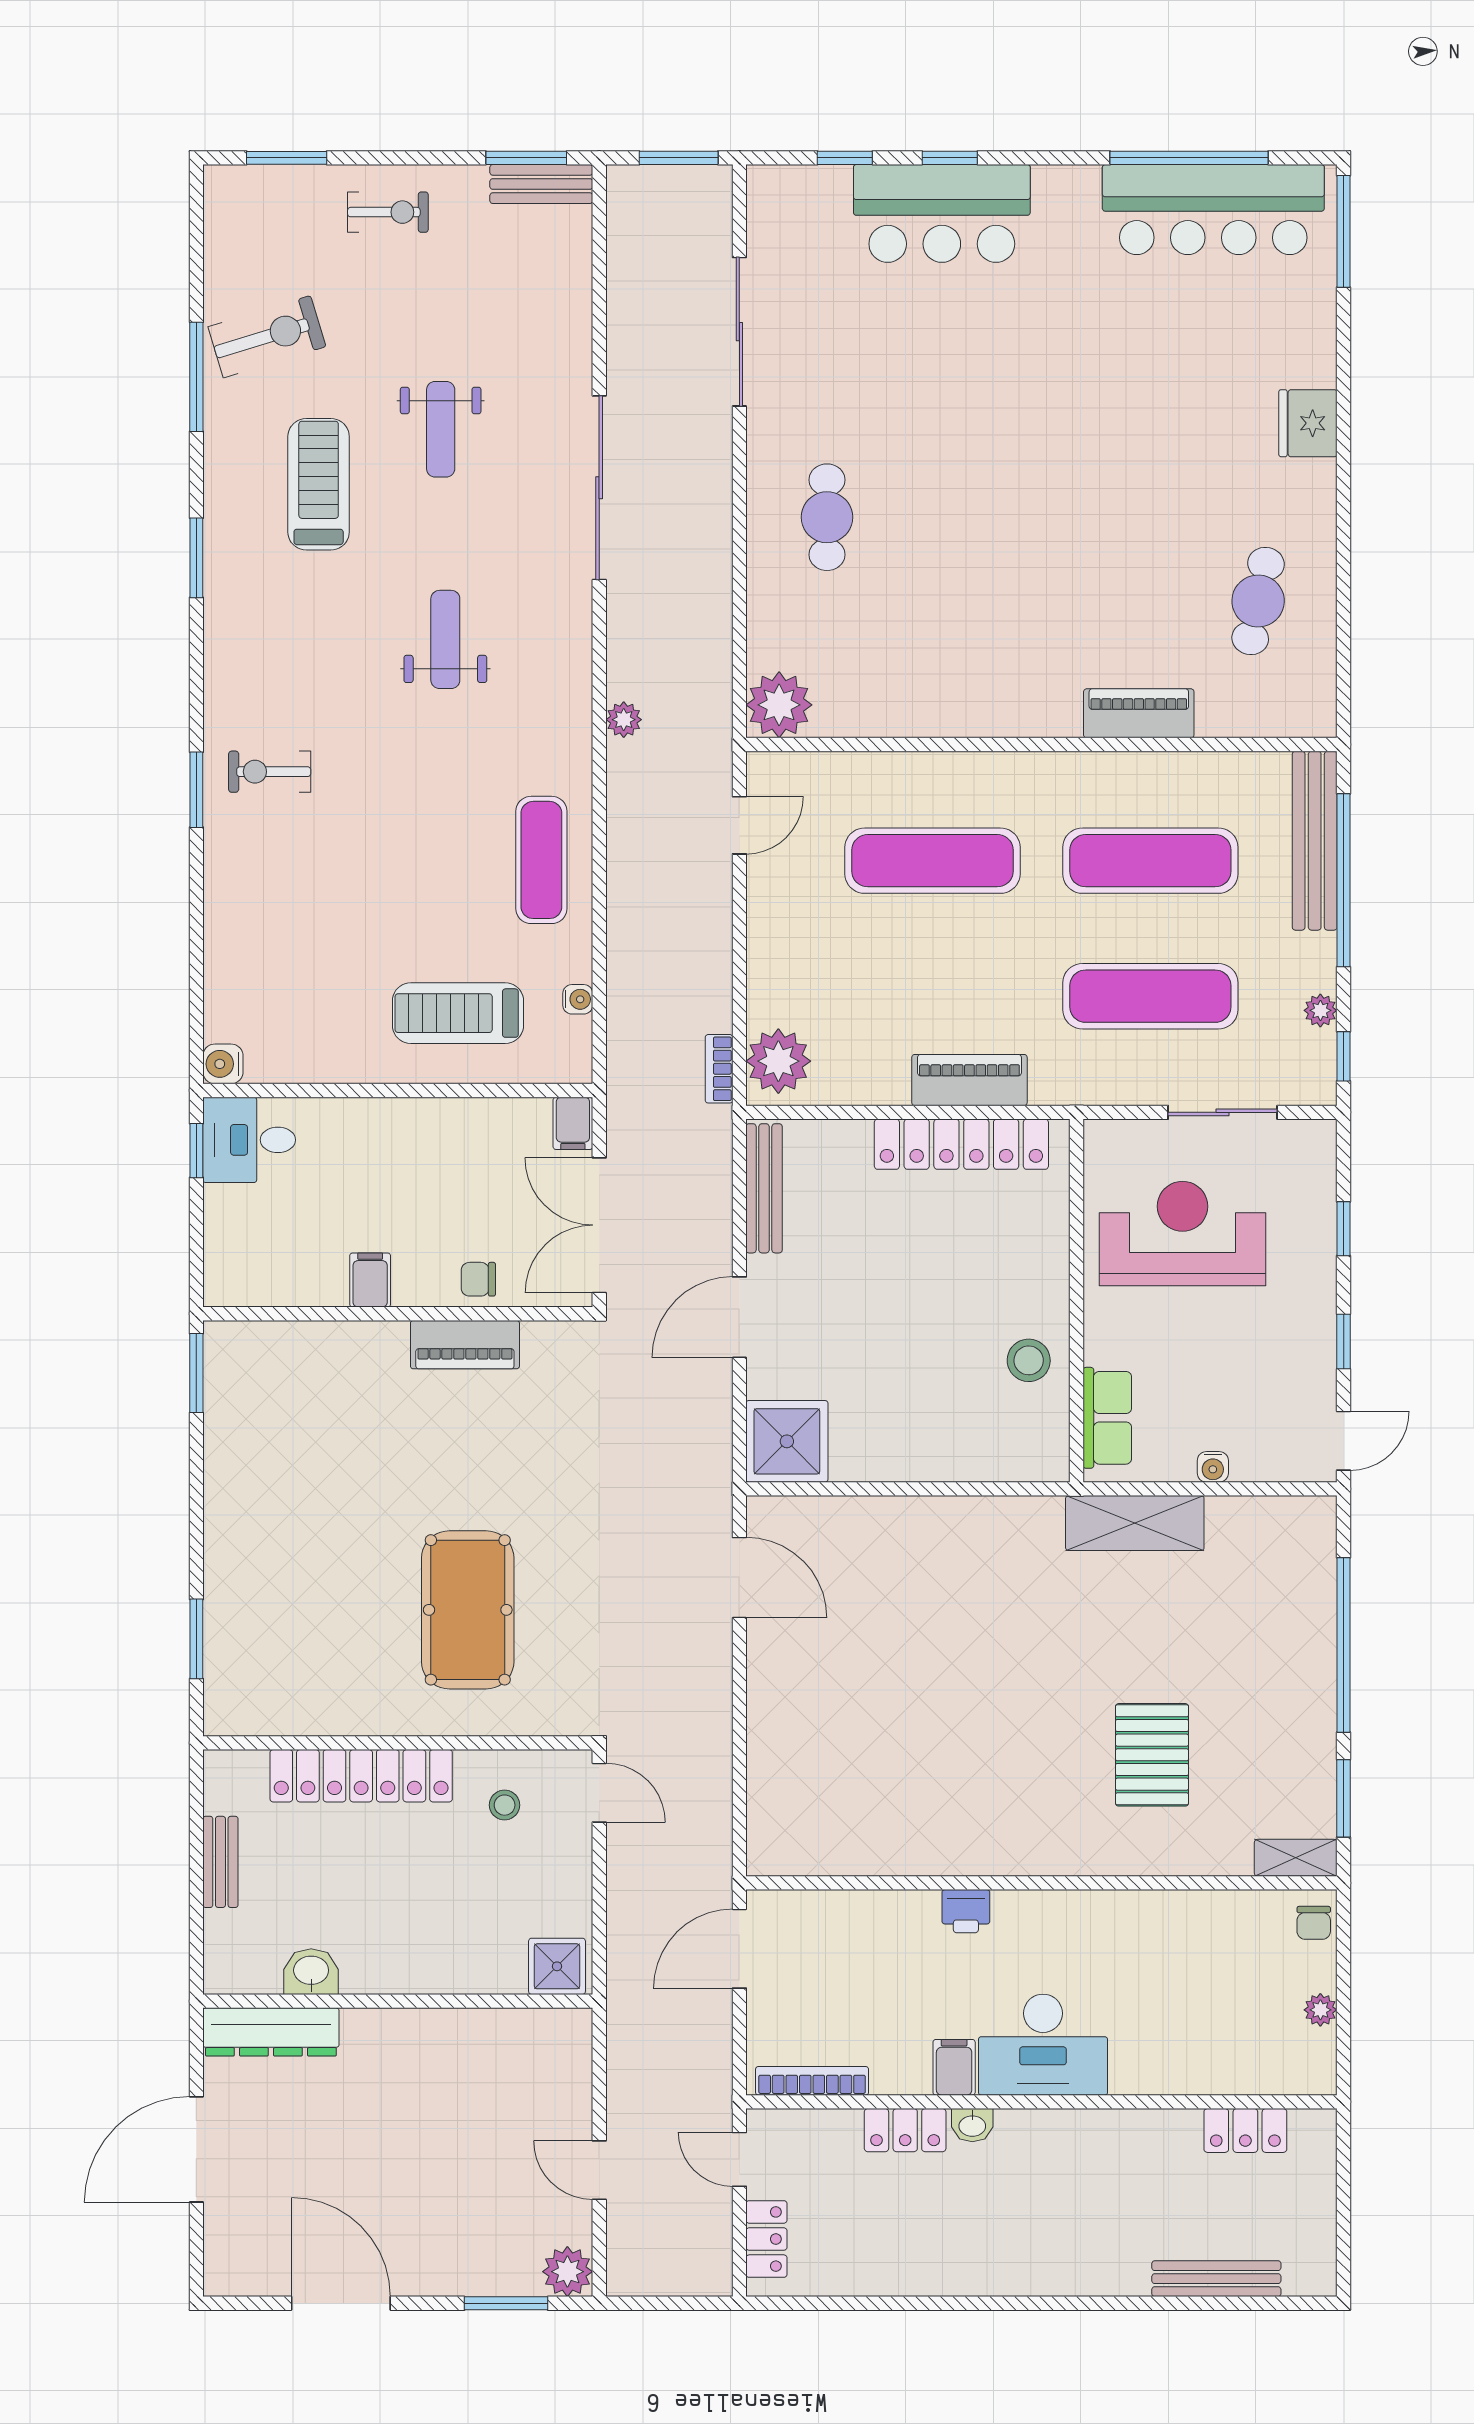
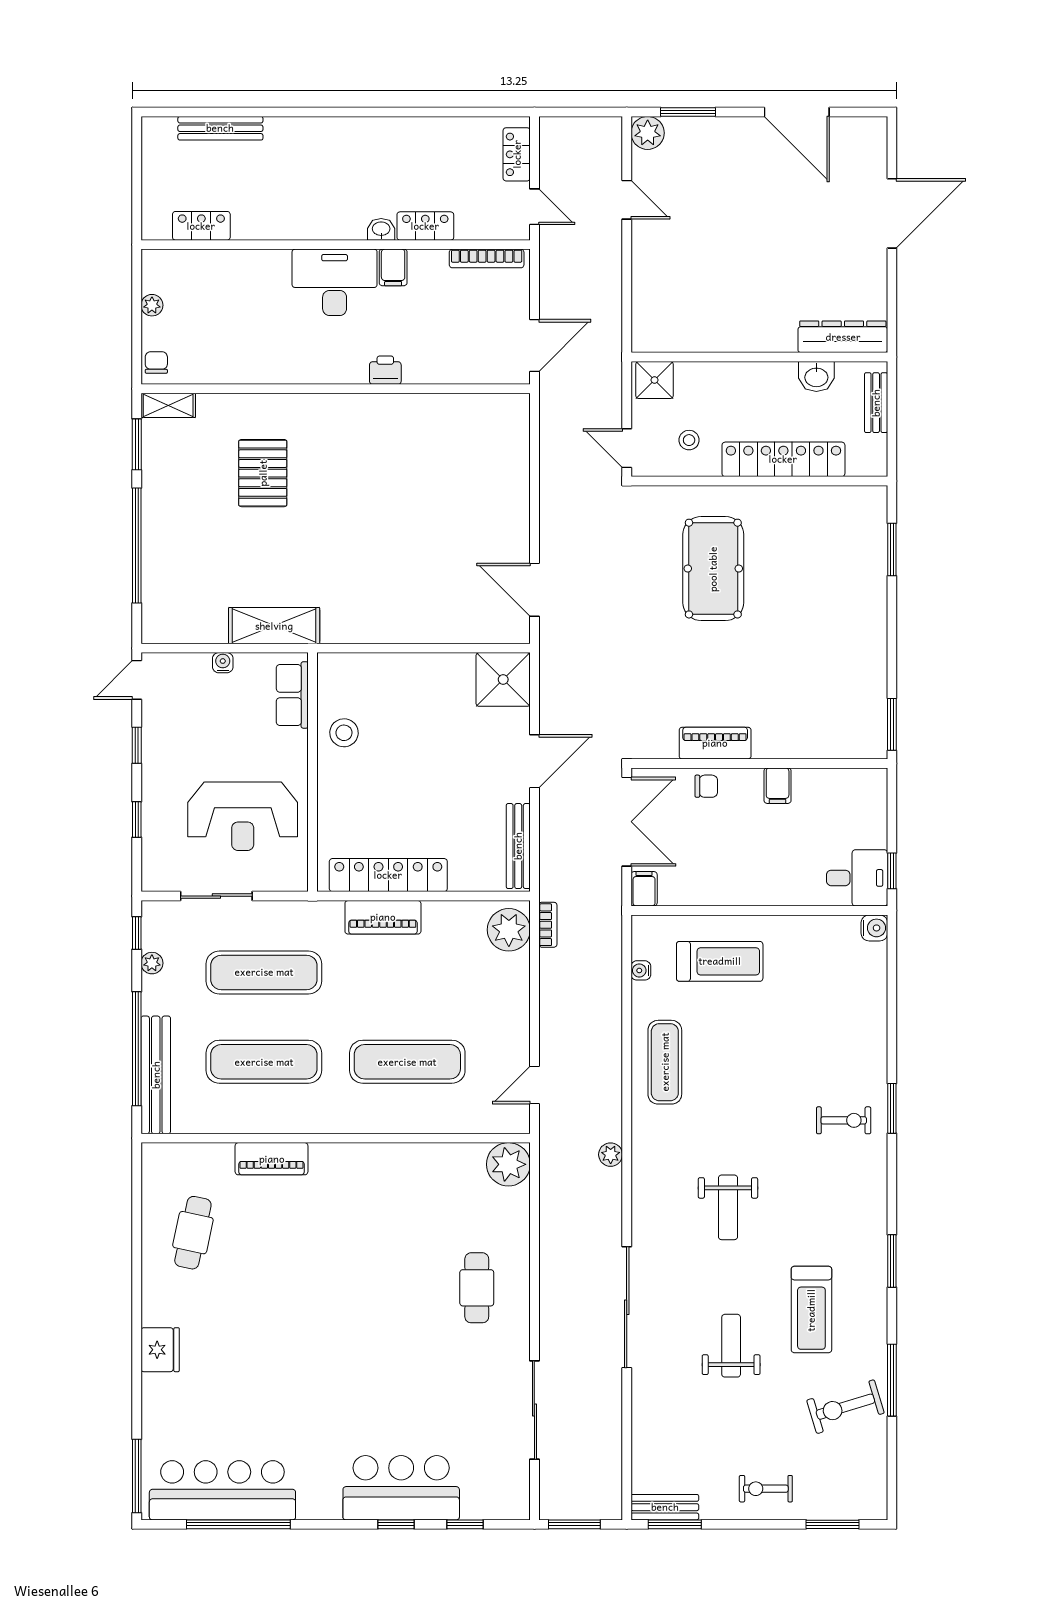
shower: (557, 1966) -> (654, 380), moved
washbasin: (311, 1972) -> (816, 376), moved
wall: (398, 2001) -> (759, 357), moved
dresser: (271, 2032) -> (843, 337), moved

